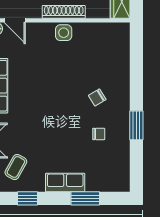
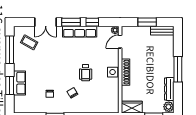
wheelchair: (65, 76) -> (86, 73), added
row of seats: (65, 183) -> (20, 83), moved
window: (28, 198) -> (10, 50), width x2.17

